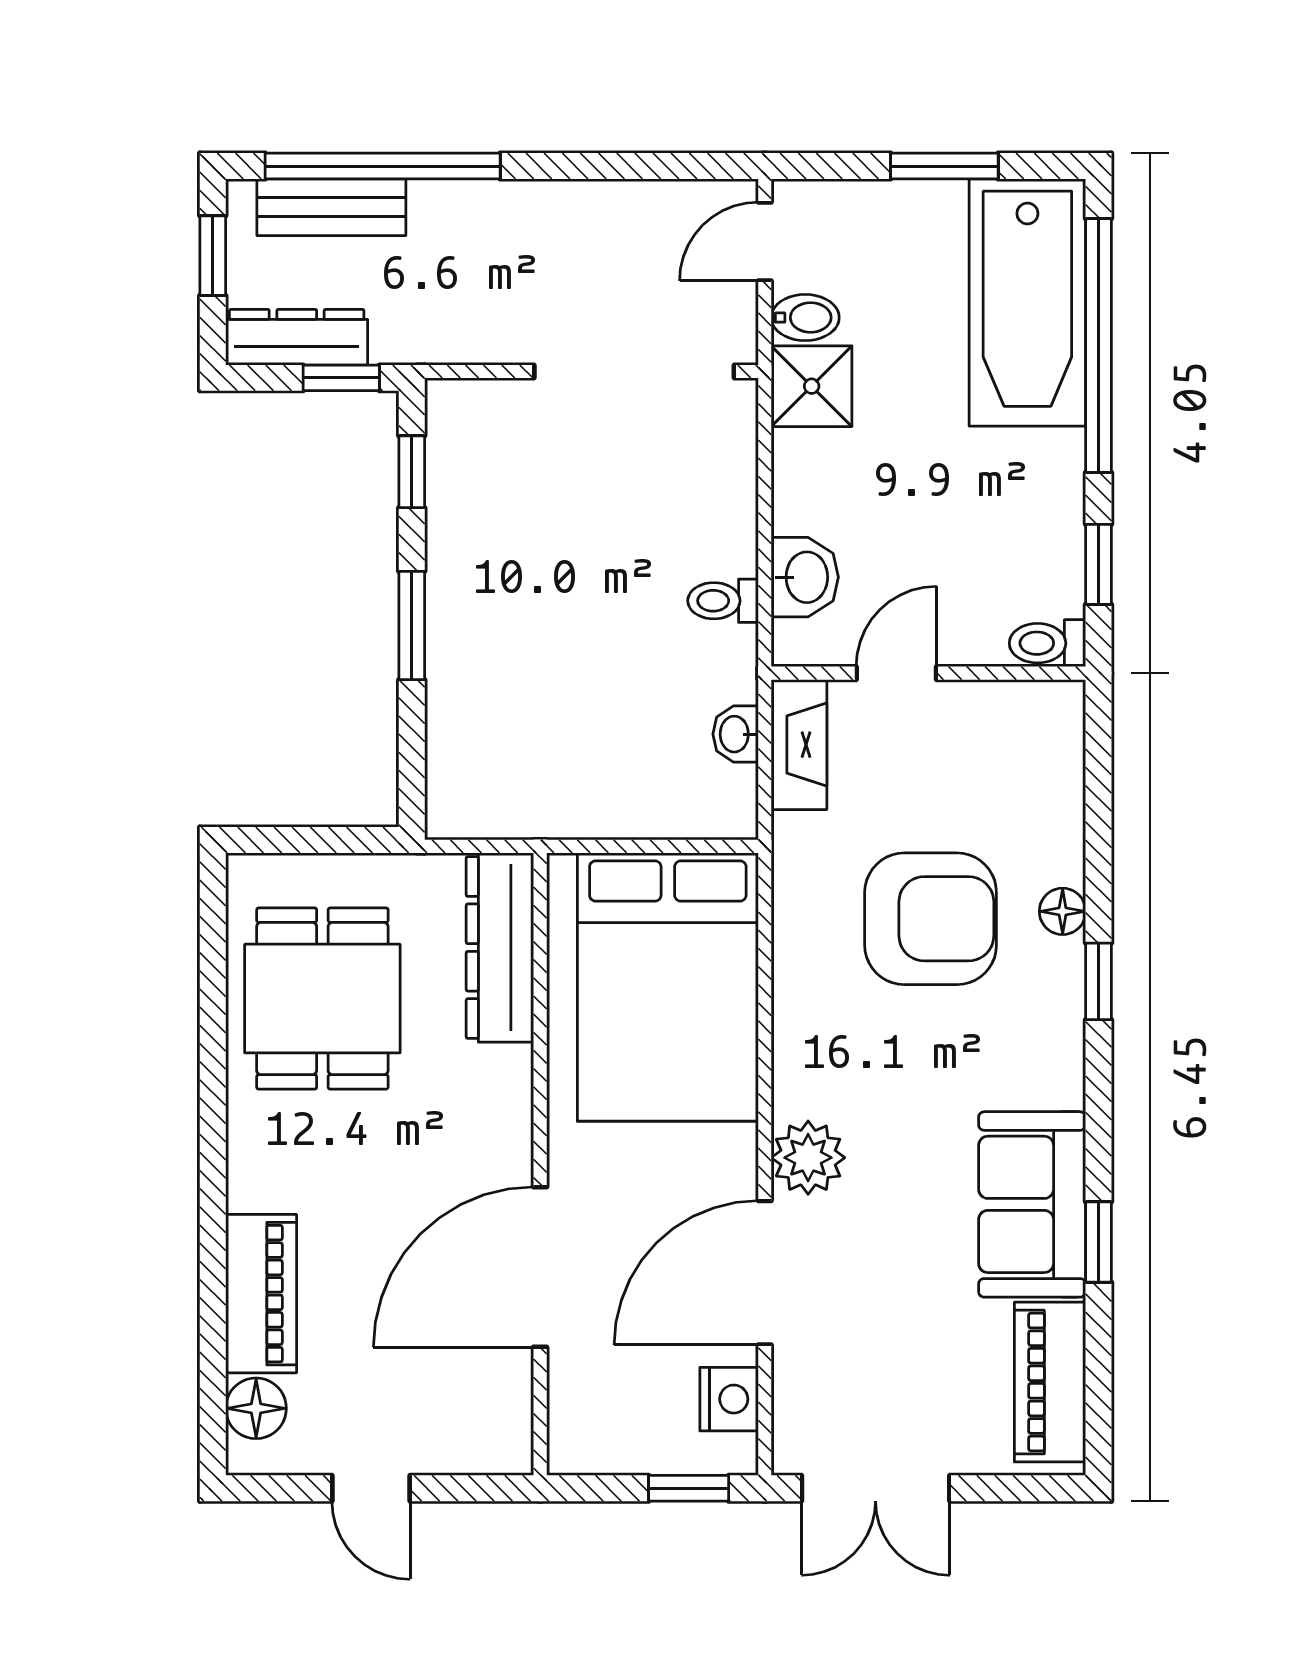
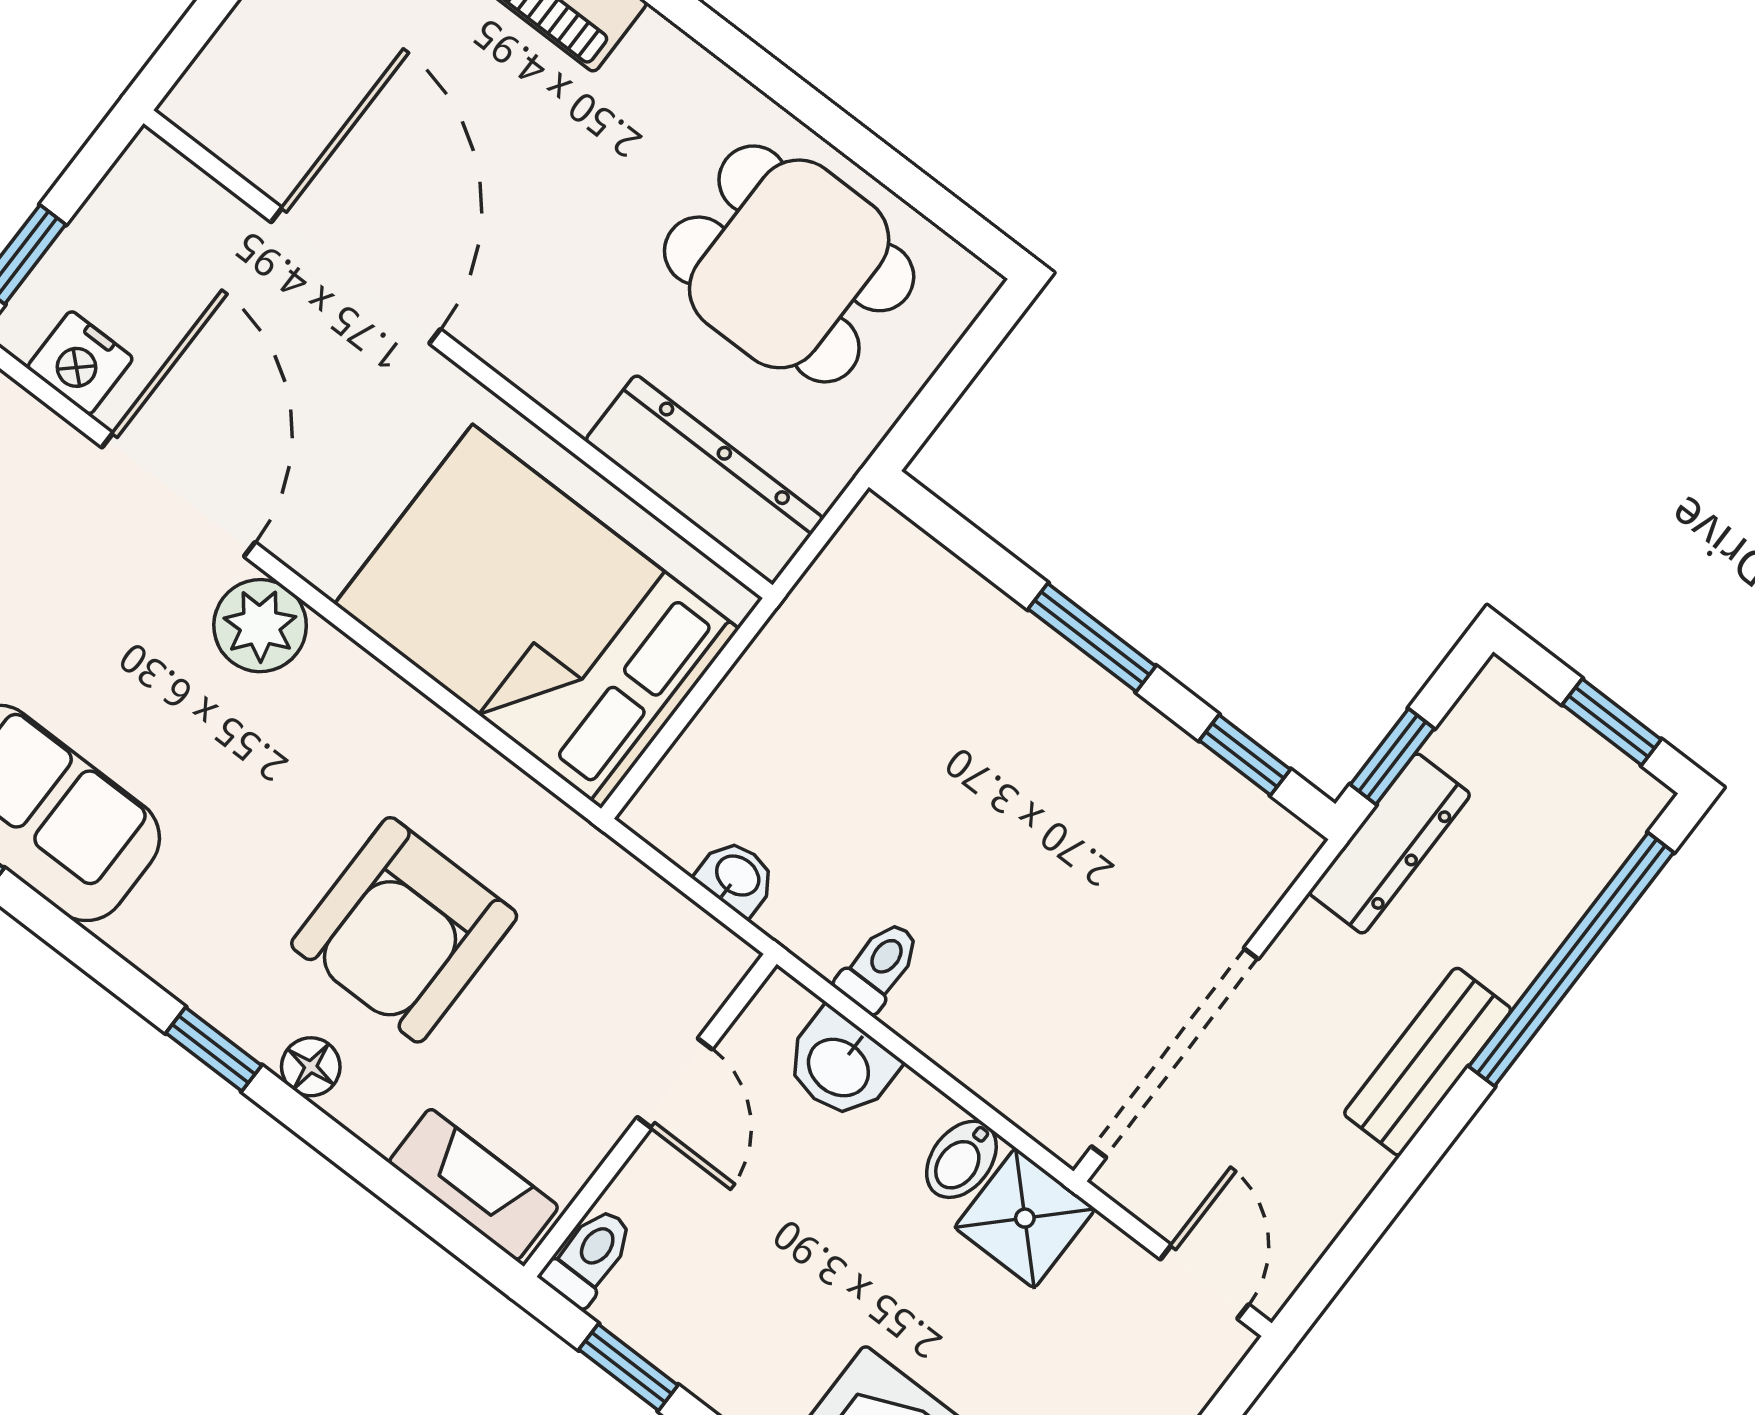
bench: (331, 207) -> (1428, 1062), moved
bidet: (805, 318) -> (961, 1159), moved
dresser: (297, 337) -> (1390, 843), moved
fireplace: (799, 745) -> (474, 1184), moved, turned 180

